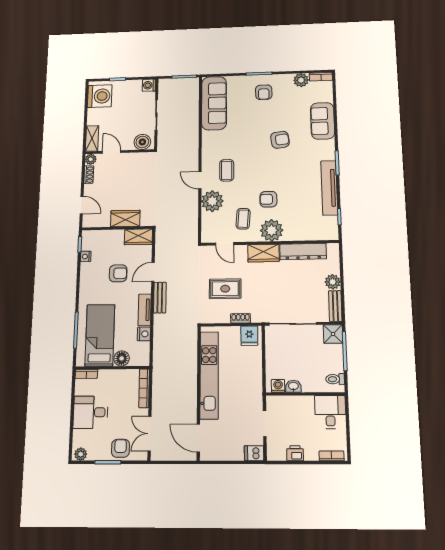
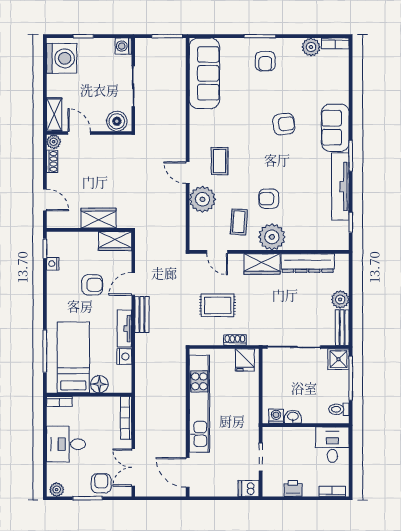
sofa: (323, 121) -> (335, 128), moved

